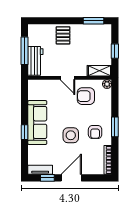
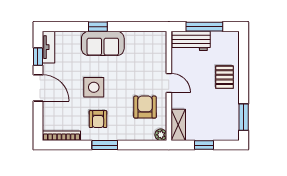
pallet: (63, 35) -> (225, 77), turned 90
door: (67, 78) -> (169, 83), swing flipped
sofa: (37, 123) -> (103, 43), width x0.73
armchair: (95, 132) -> (98, 119), turned -90

